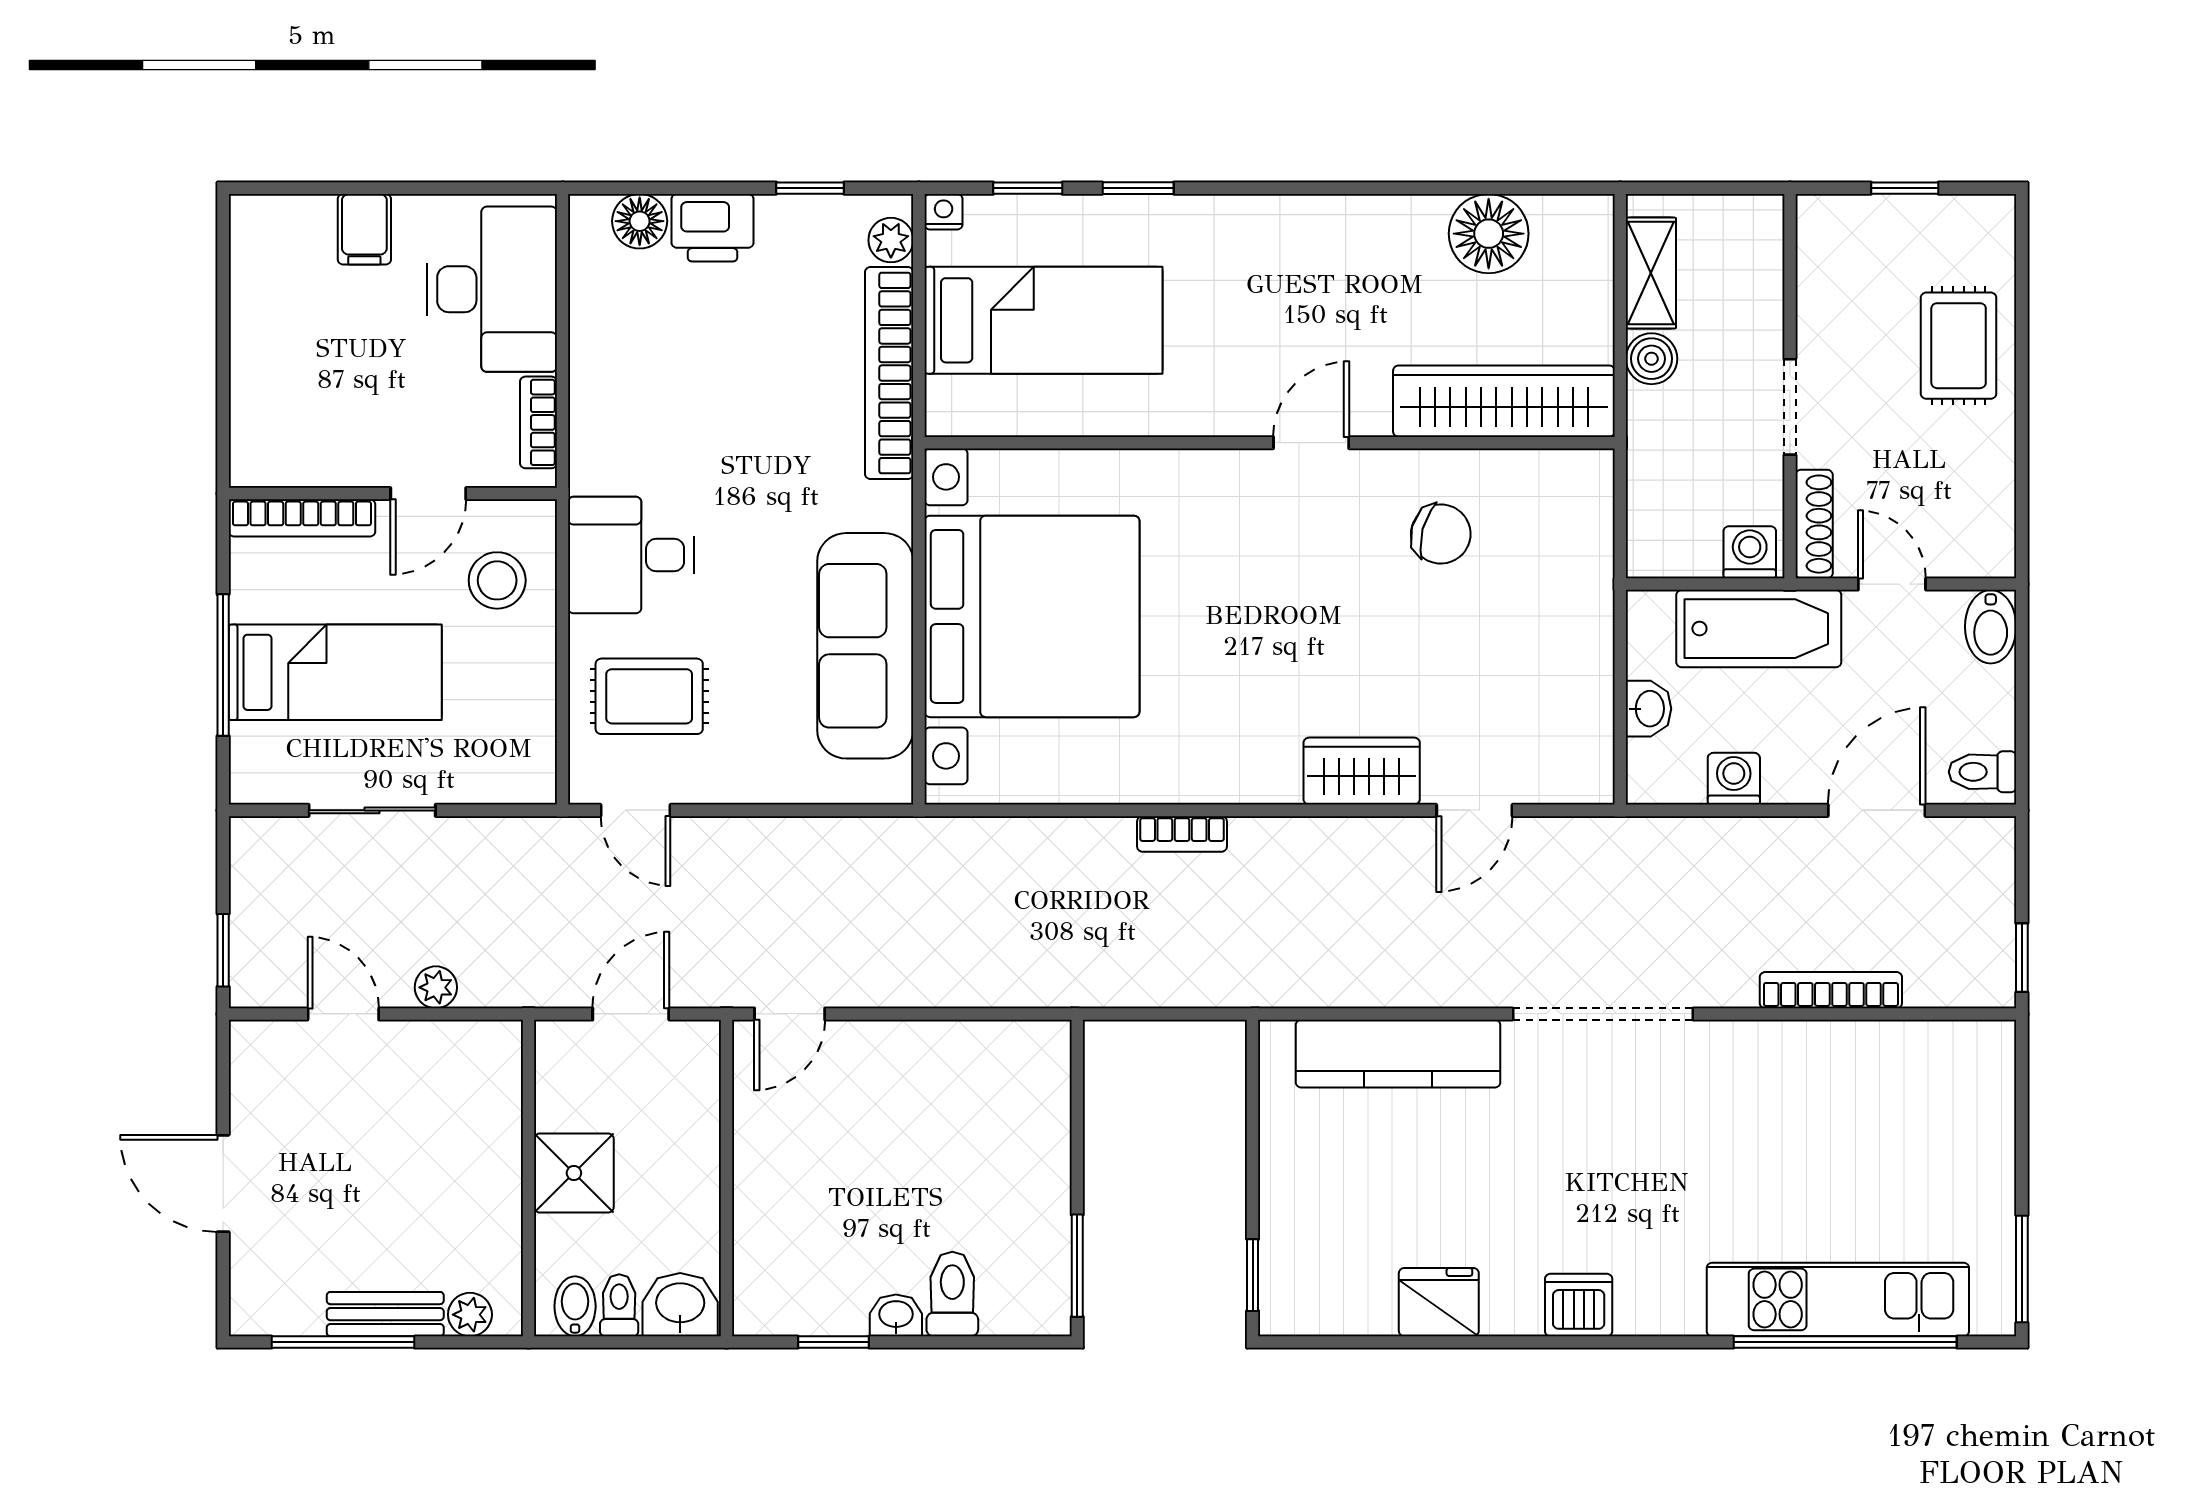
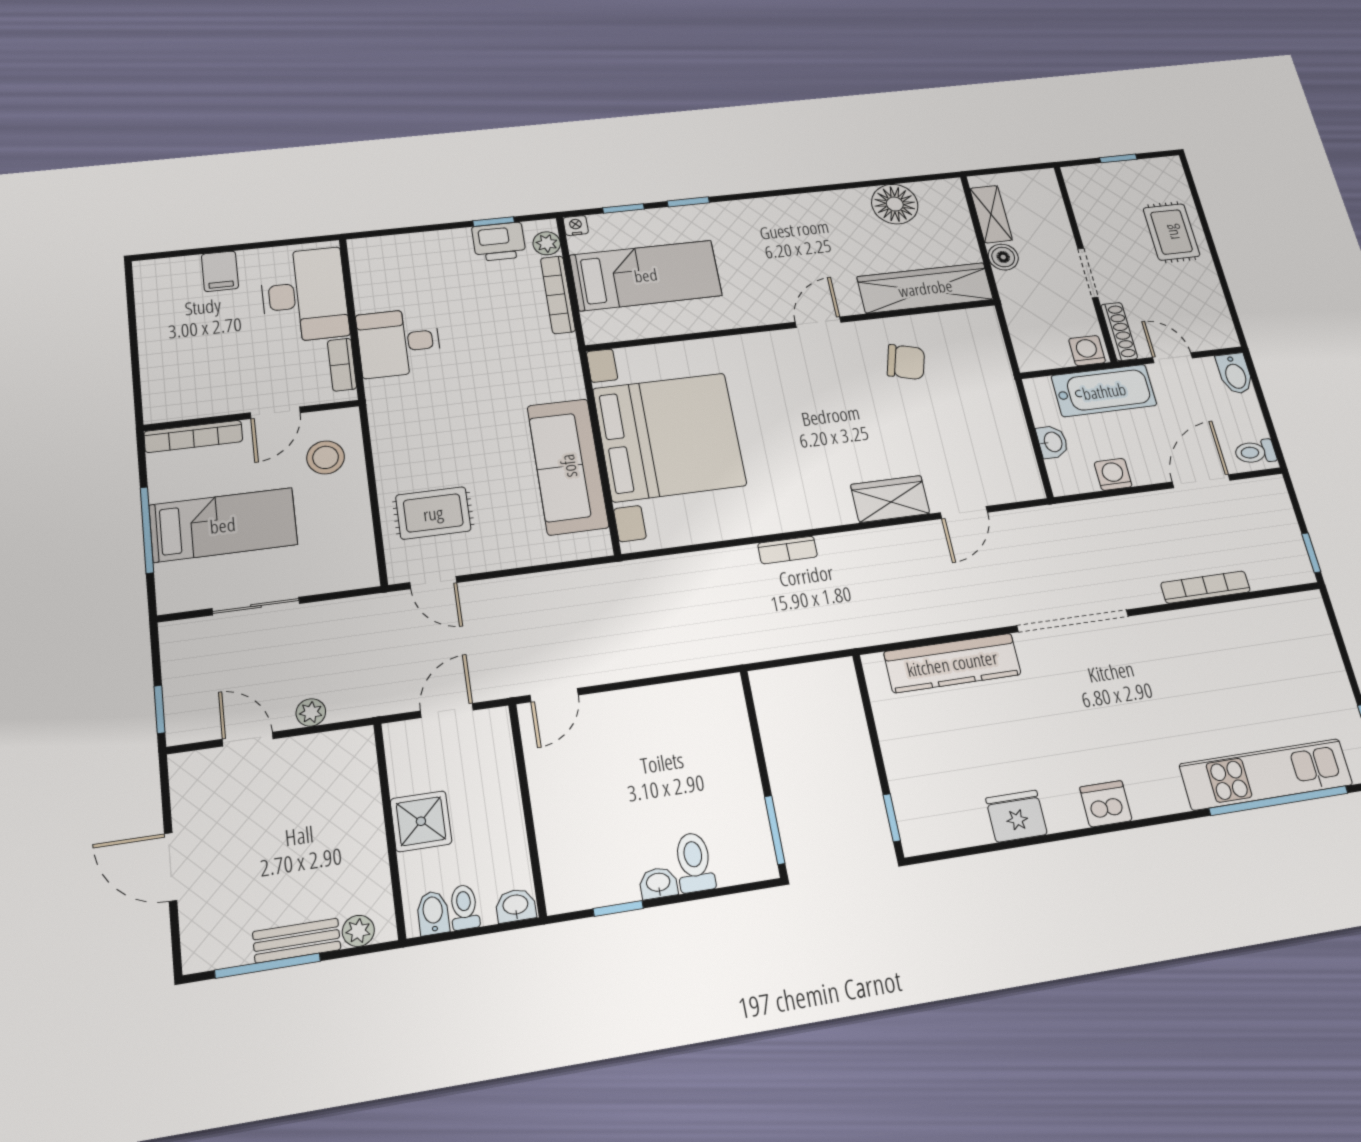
floor lamp: (640, 221) -> (392, 249), removed
printer: (713, 228) -> (499, 242), moved
bookcase: (889, 373) -> (558, 295), width x0.68, depth x0.76
desk: (631, 555) -> (399, 343), moved
washbasin: (680, 1305) -> (516, 905), width x0.72, depth x0.69

